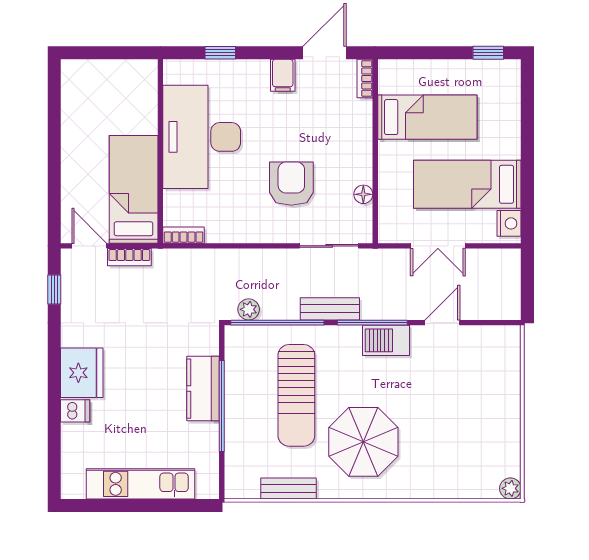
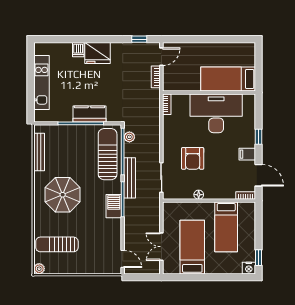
window: (220, 53) -> (259, 137), moved
armchair: (291, 184) -> (193, 158), turned 90
bed: (134, 189) -> (228, 79), moved, turned 180
floor lamp: (363, 194) -> (199, 195), moved
nightstand: (509, 223) -> (249, 268), moved
double door: (438, 246) -> (161, 247), moved
bench: (330, 309) -> (130, 178), width x1.36
door: (442, 323) -> (123, 259), moved
sun lounger: (296, 395) -> (108, 154), moved, turned 90
sun lounger: (462, 453) -> (57, 244), added
bench: (289, 489) -> (39, 152), width x1.36

